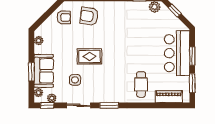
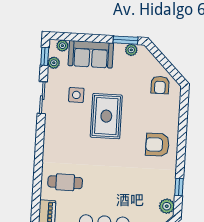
armchair: (89, 16) -> (157, 145), moved, turned -98
rug: (89, 56) -> (106, 116), width x1.36, depth x1.43
window: (31, 72) -> (126, 40), moved
window: (109, 105) -> (40, 138), removed

